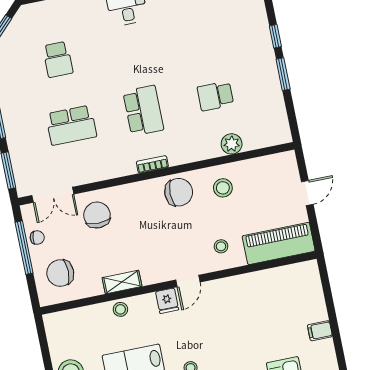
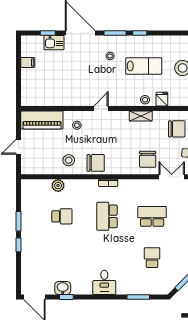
chair: (179, 192) -> (96, 163), turned 180
fridge: (167, 301) -> (162, 99), moved

